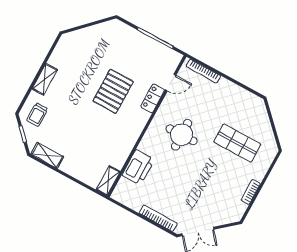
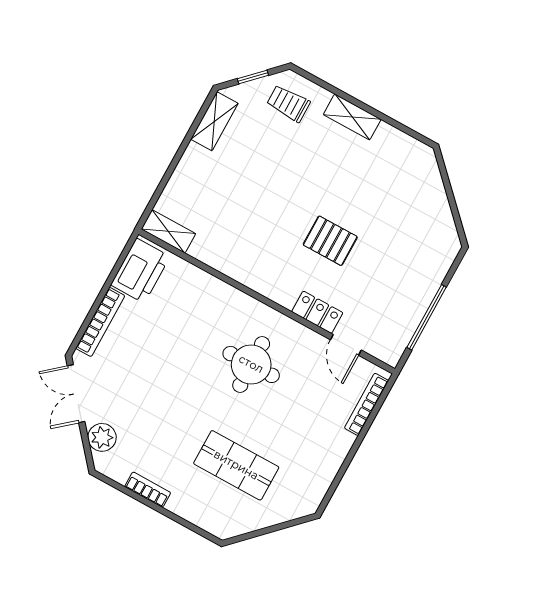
pallet: (113, 91) -> (330, 241), width x0.67, depth x0.71
shop shelf: (237, 143) -> (236, 465), turned 90
printer: (138, 167) -> (140, 271), moved, turned -90
plant: (222, 217) -> (102, 437), added

